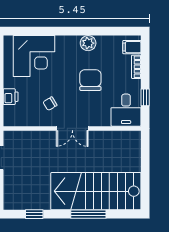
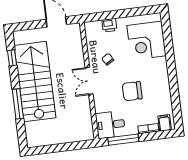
plant: (88, 43) -> (163, 85), removed
chair: (90, 80) -> (132, 91), turned 180
window: (145, 97) -> (123, 140), width x2.17
stairs: (96, 191) -> (35, 82), moved

